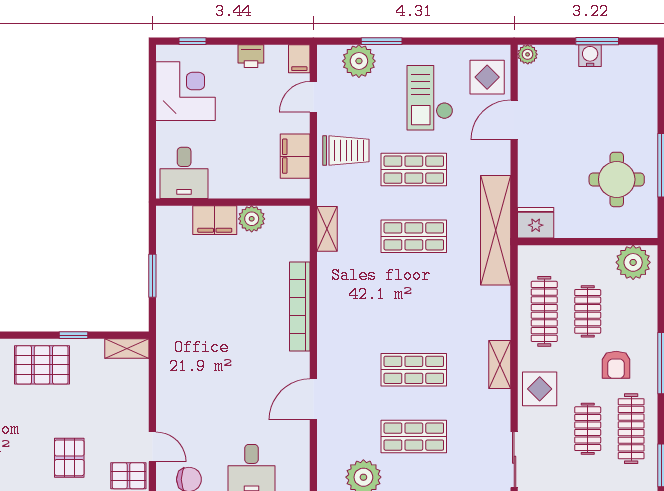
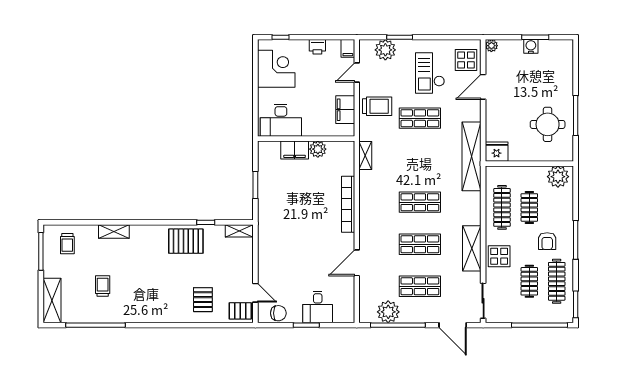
desk: (184, 173) -> (281, 120), width x1.37
shop shelf: (414, 236) -> (420, 202), moved
shelving: (500, 364) -> (472, 248), width x1.50, depth x1.33

